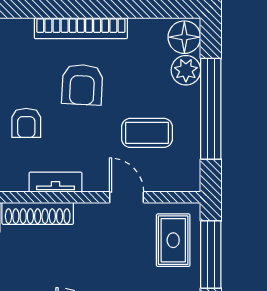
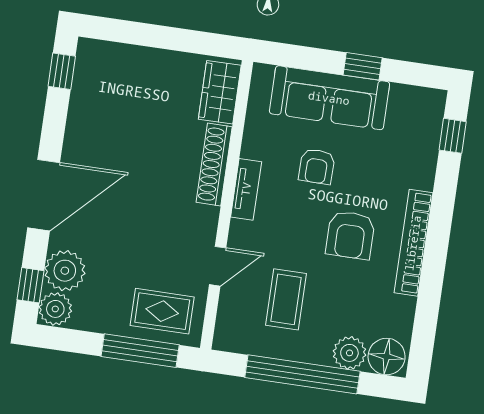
armchair: (82, 85) -> (350, 235), turned -93
armchair: (26, 123) -> (317, 166), turned -89

